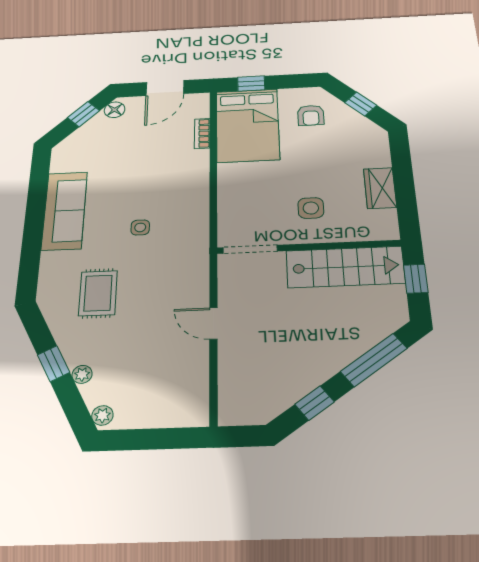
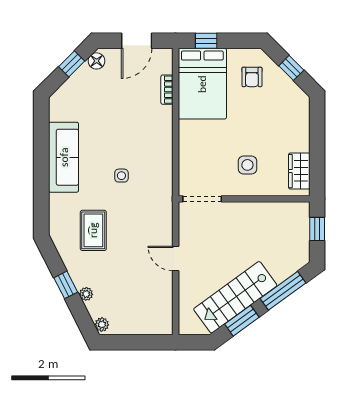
wardrobe: (380, 188) -> (299, 171), moved
stairs: (345, 267) -> (235, 297), moved, turned 144
window: (314, 403) -> (242, 321), width x1.50

